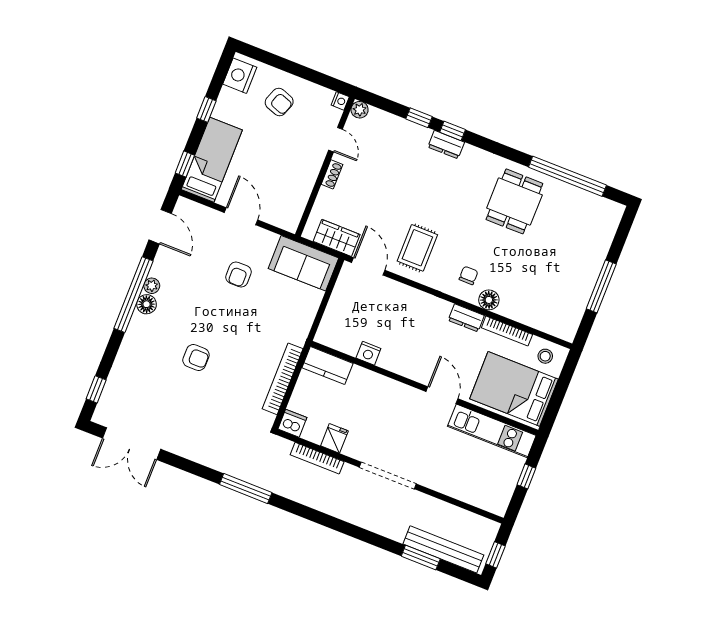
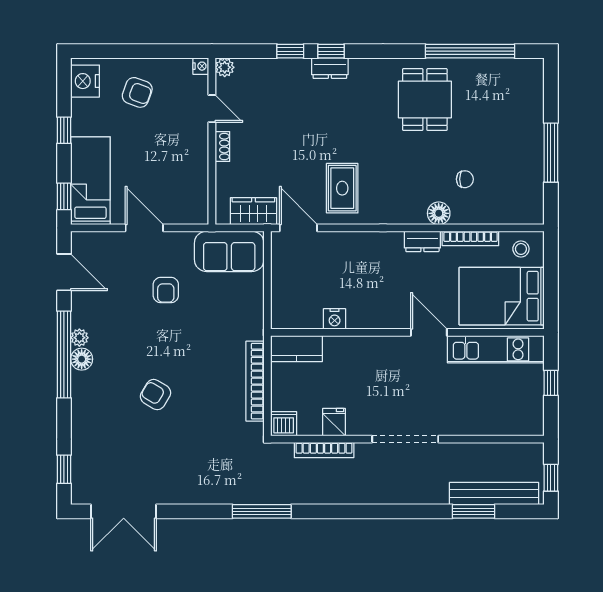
chair: (468, 275) -> (465, 179), moved, turned 90
armchair: (196, 358) -> (155, 395), turned -149

